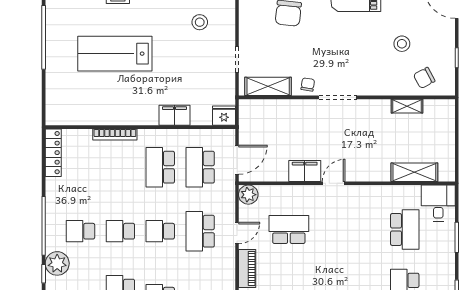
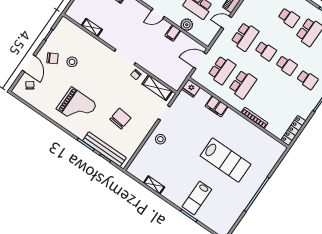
stool: (200, 22) -> (160, 139), moved
chair: (424, 78) -> (52, 58), moved
filing cabinet: (305, 171) -> (173, 33), width x0.50
plant: (248, 195) -> (187, 25), moved

